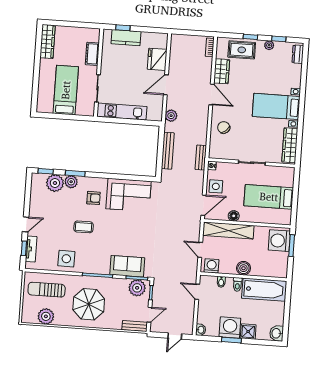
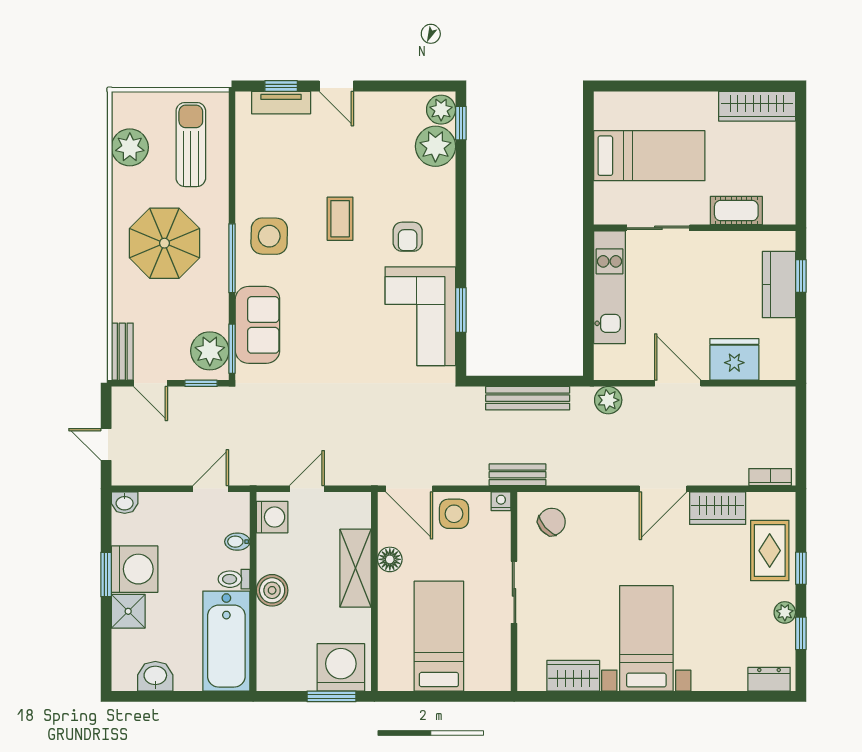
chair: (224, 127) -> (552, 522), moved
wardrobe: (290, 145) -> (573, 676), width x0.67
window: (75, 173) -> (461, 310), moved
plant: (71, 182) -> (441, 110), moved
shelving: (229, 230) -> (356, 568), width x0.68
side table: (66, 259) -> (269, 236), moved
washbasin: (277, 333) -> (155, 676), moved

